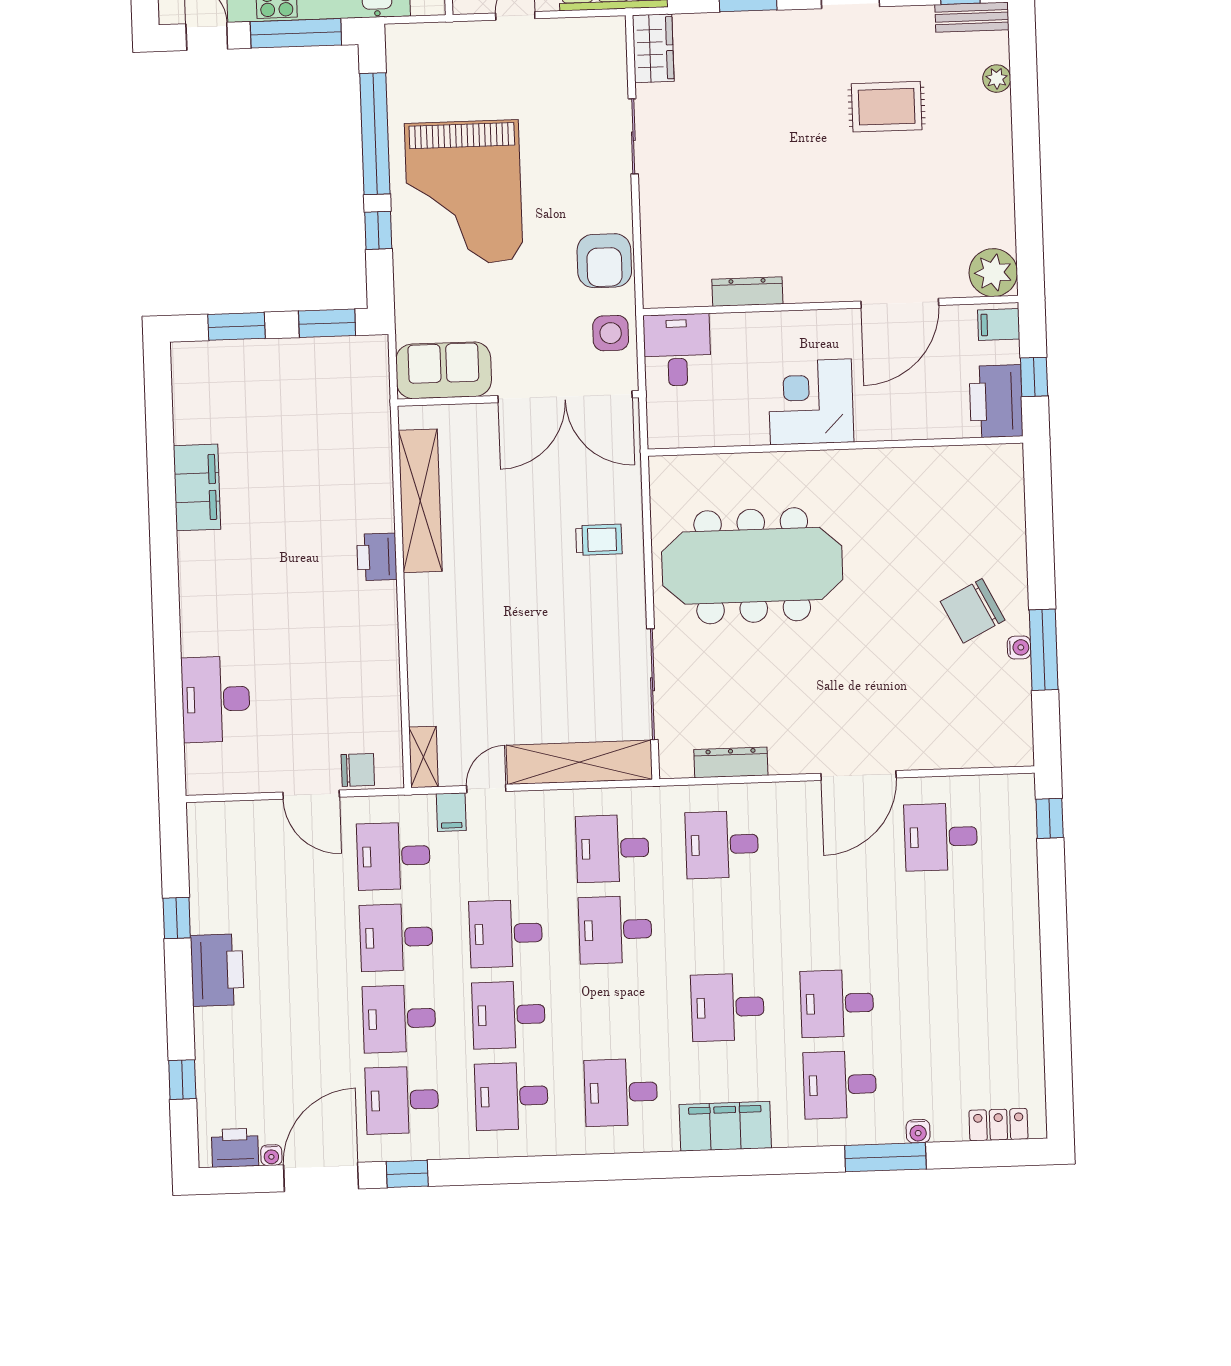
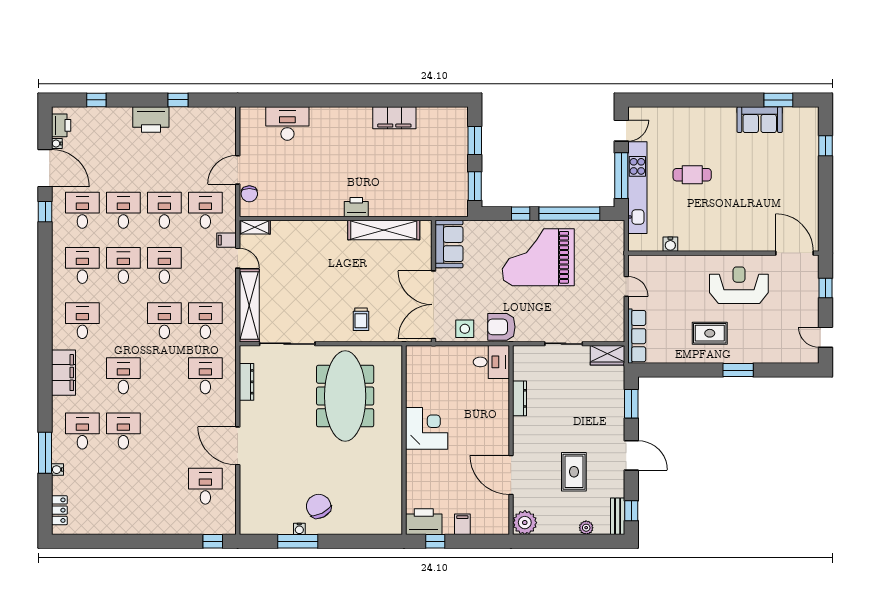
plant: (993, 273) -> (525, 523), moved
dresser: (747, 292) -> (520, 398), moved
door: (900, 303) -> (511, 475), moved
wall: (831, 306) -> (511, 440), moved
desk: (677, 350) -> (491, 362), moved

